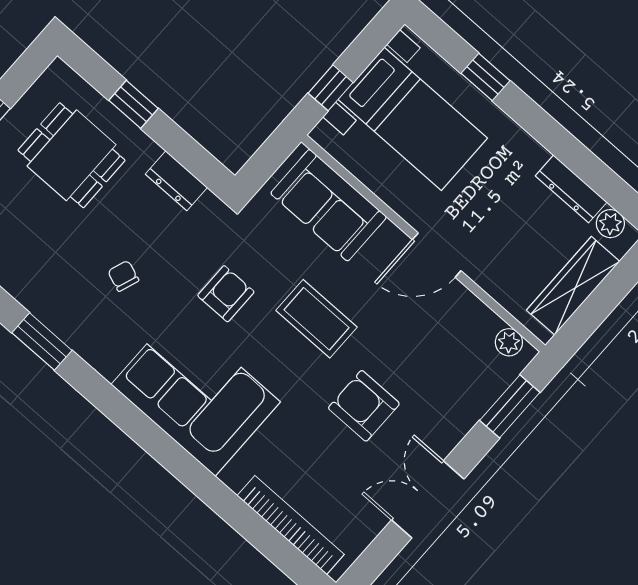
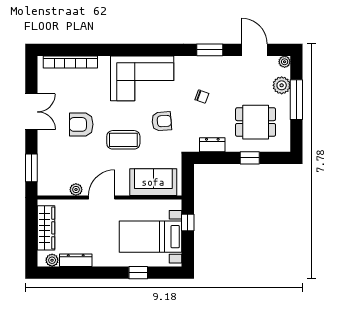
armchair: (226, 294) -> (162, 121), turned -94
plant: (509, 342) -> (76, 189), moved
armchair: (364, 406) -> (81, 124), turned 180

